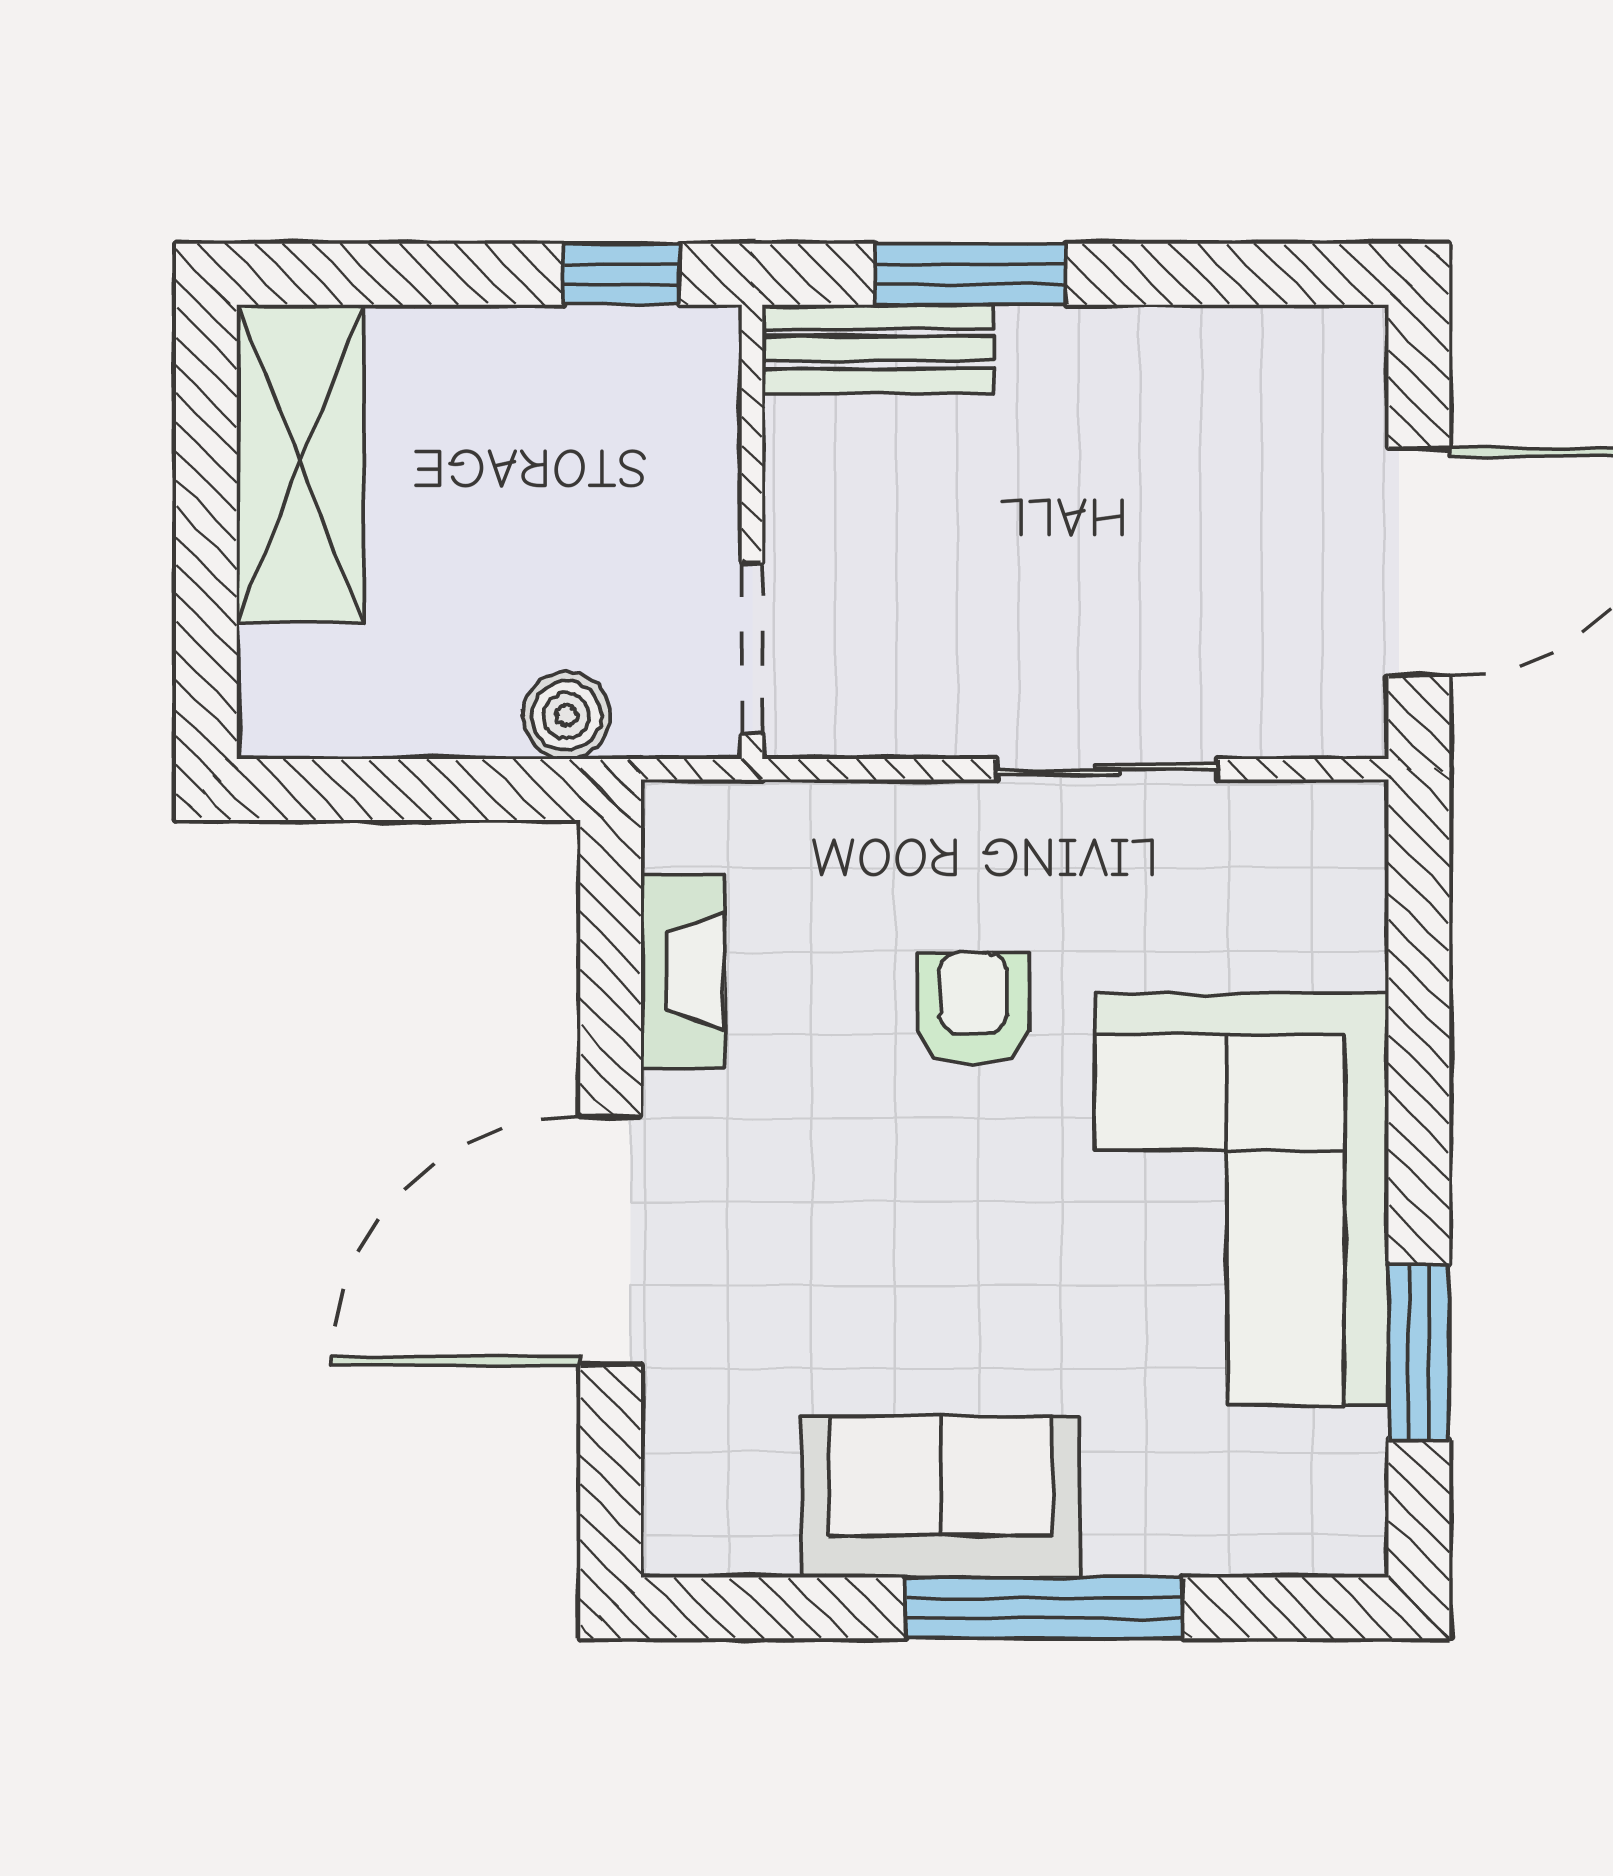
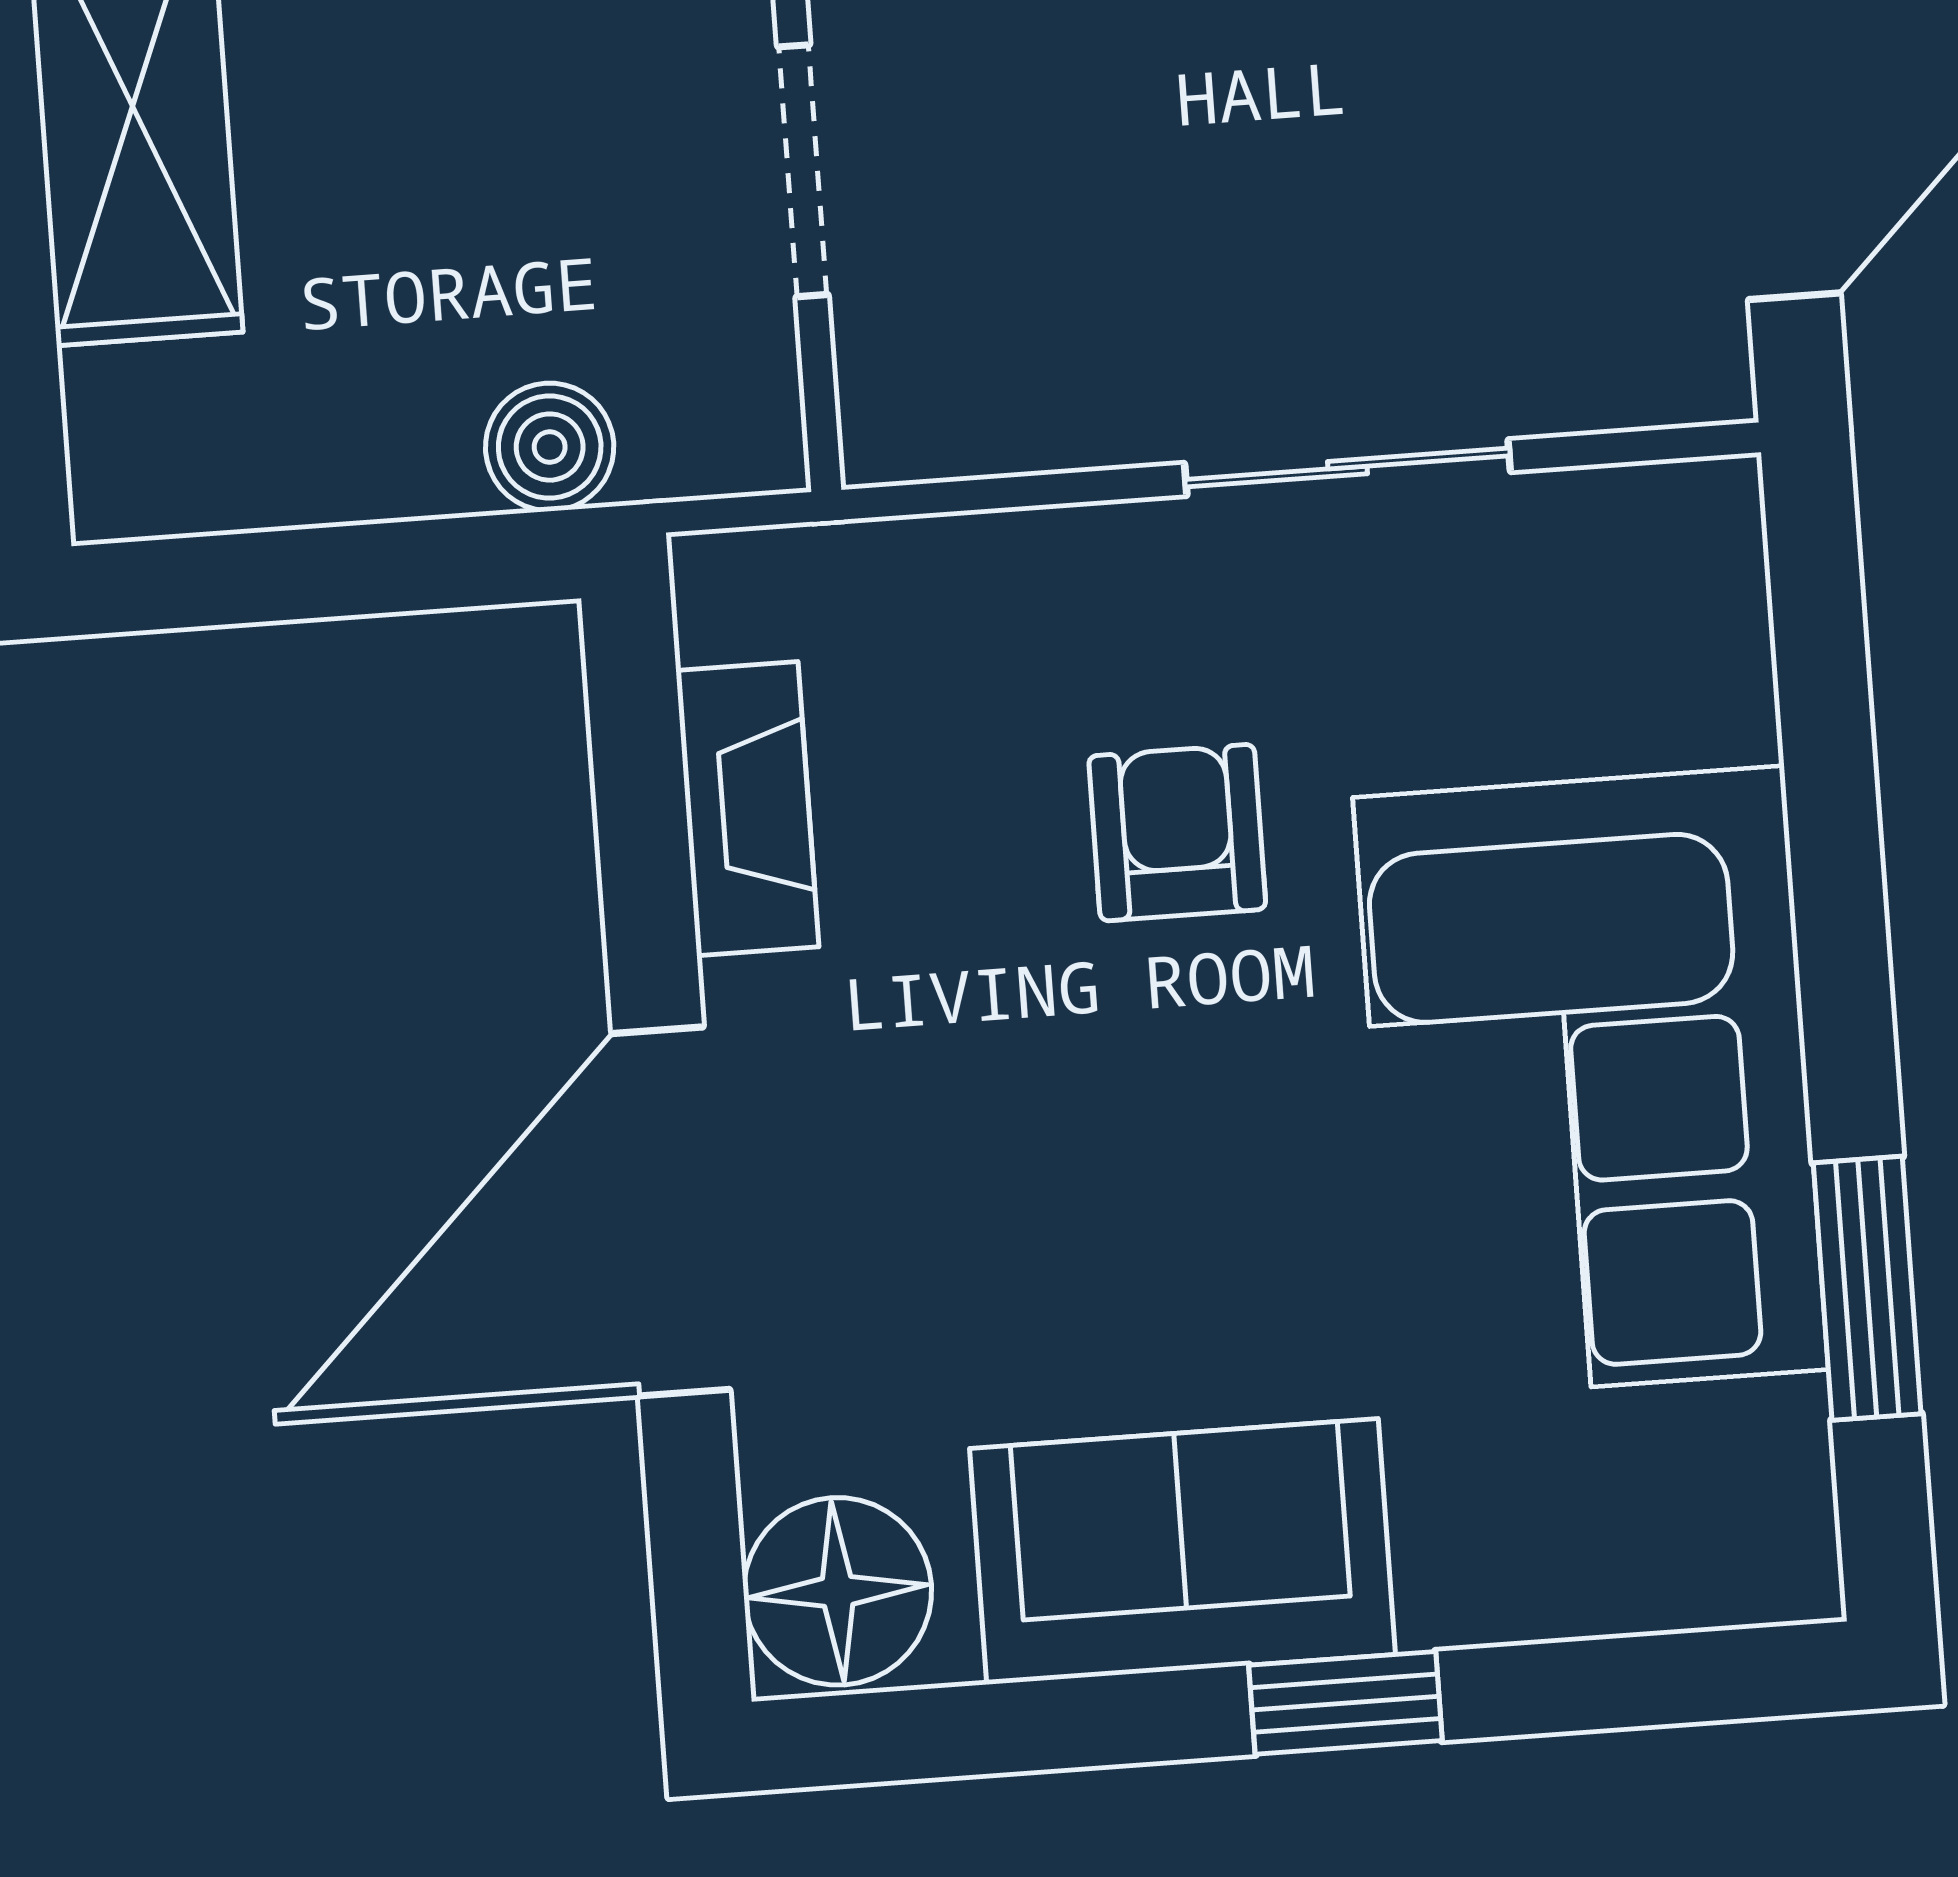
doorway: (752, 648) -> (803, 171), moved
floor lamp: (705, 1507) -> (838, 1591), added
window: (1044, 1608) -> (1346, 1703), width x0.46

